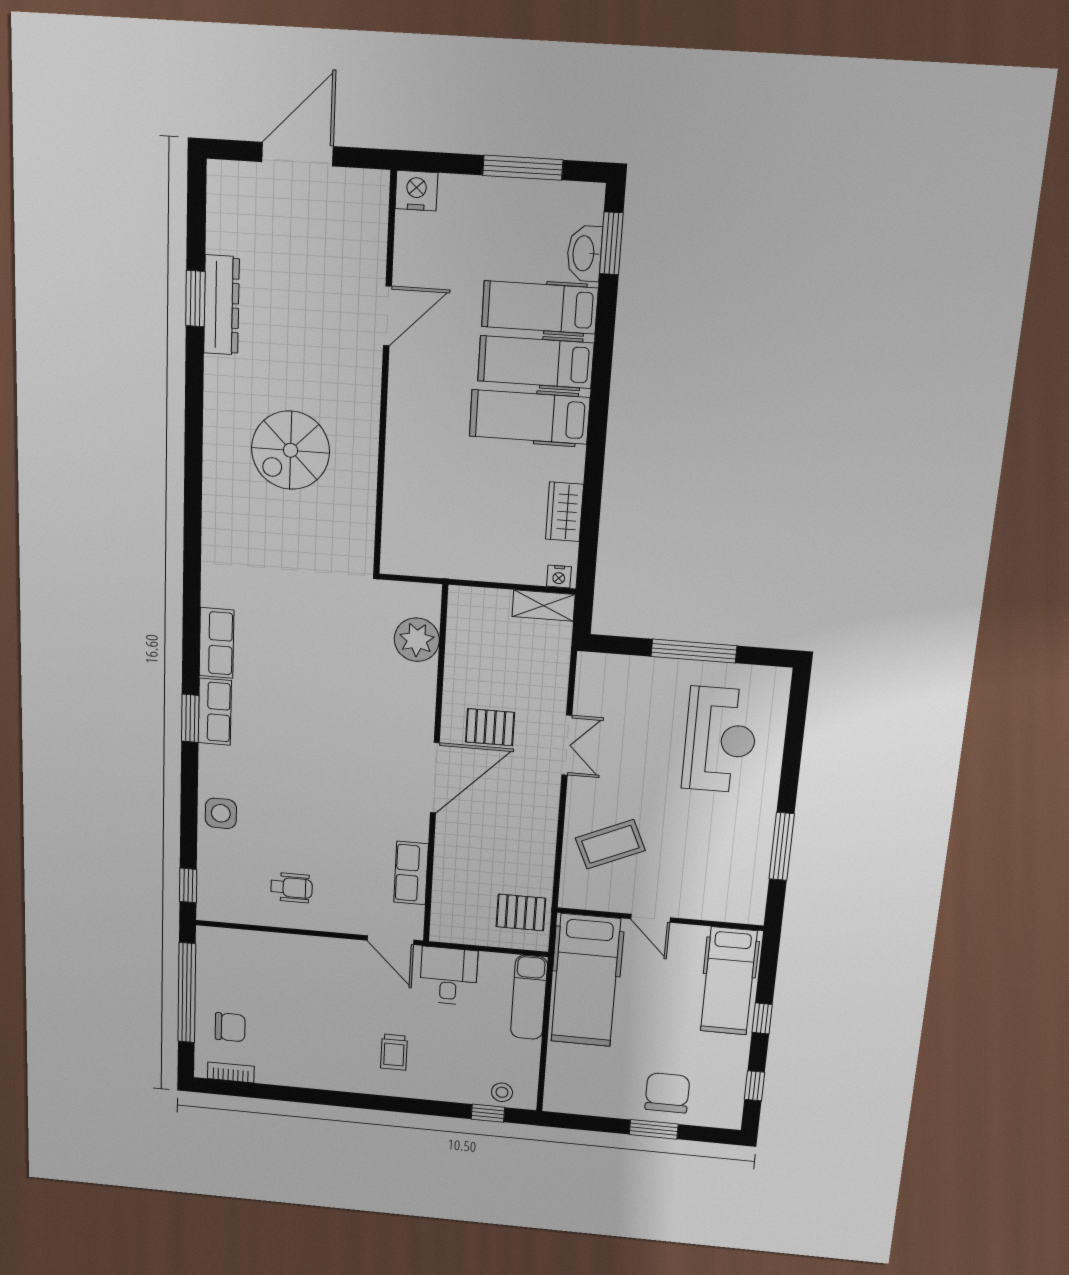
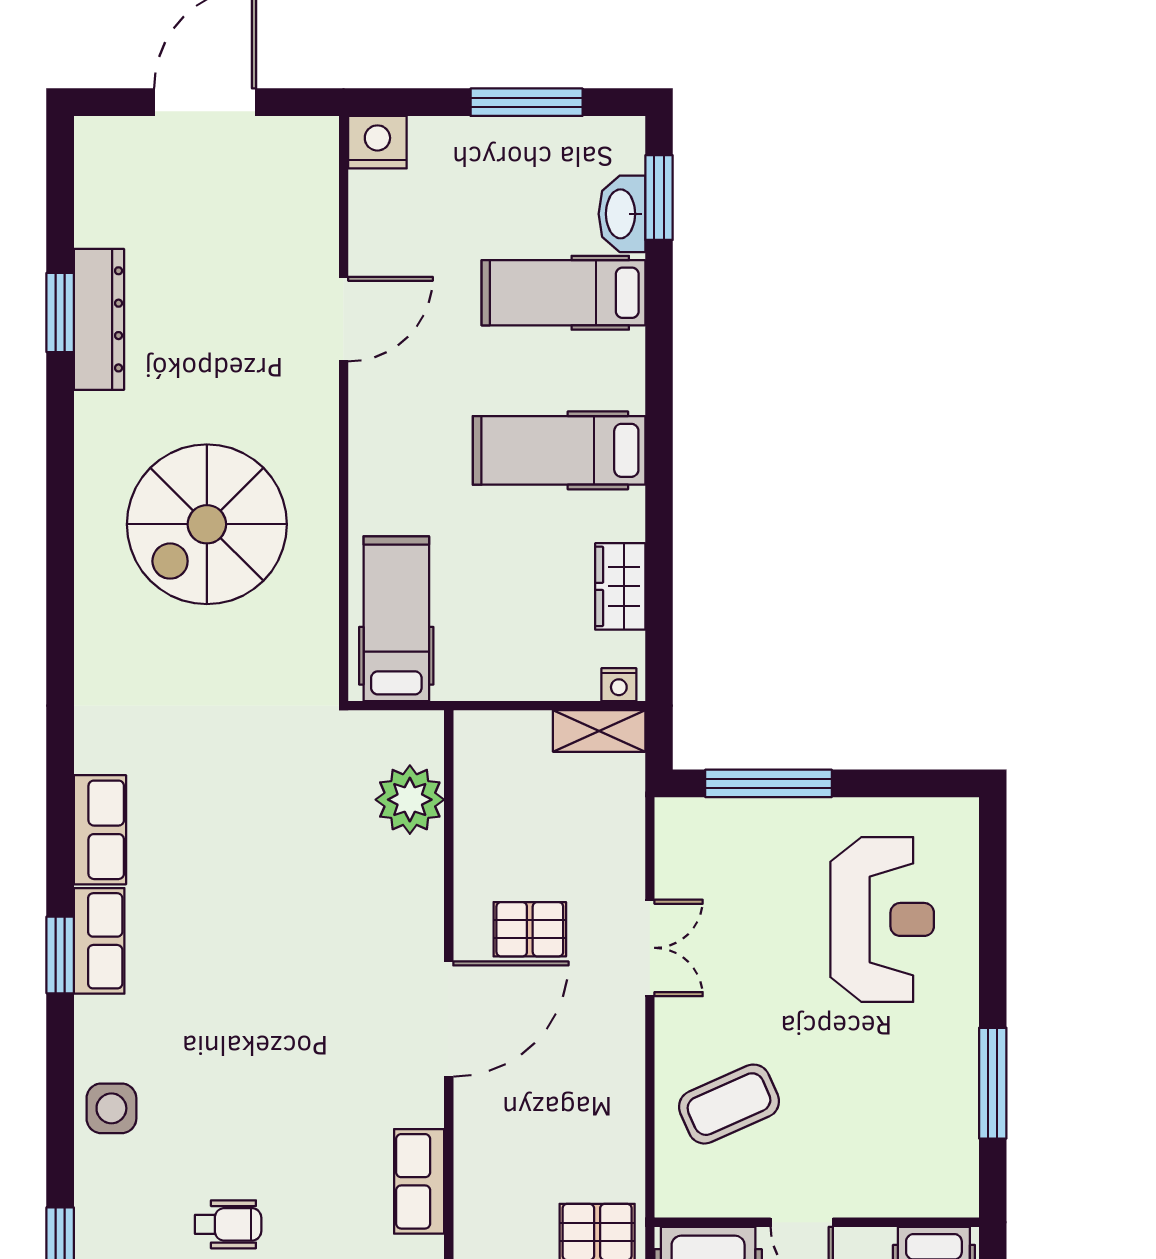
hospital bed: (536, 362) -> (396, 619), moved, turned 90
spiral stairs: (290, 450) -> (207, 524), width x1.37, depth x1.37
window: (694, 651) -> (768, 783), moved

